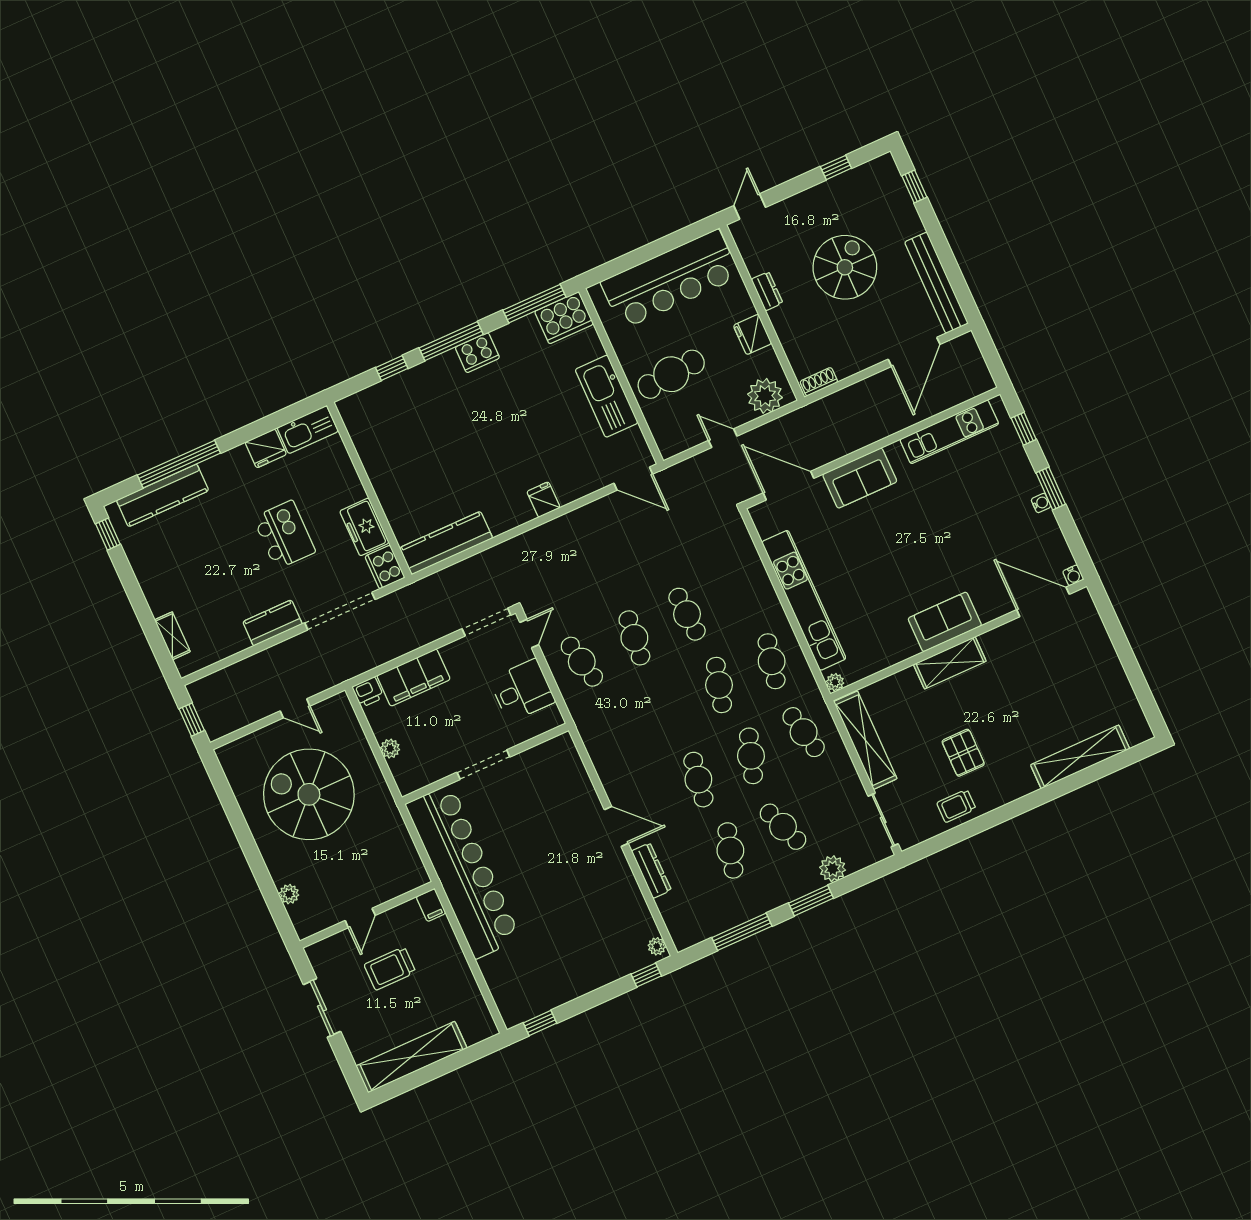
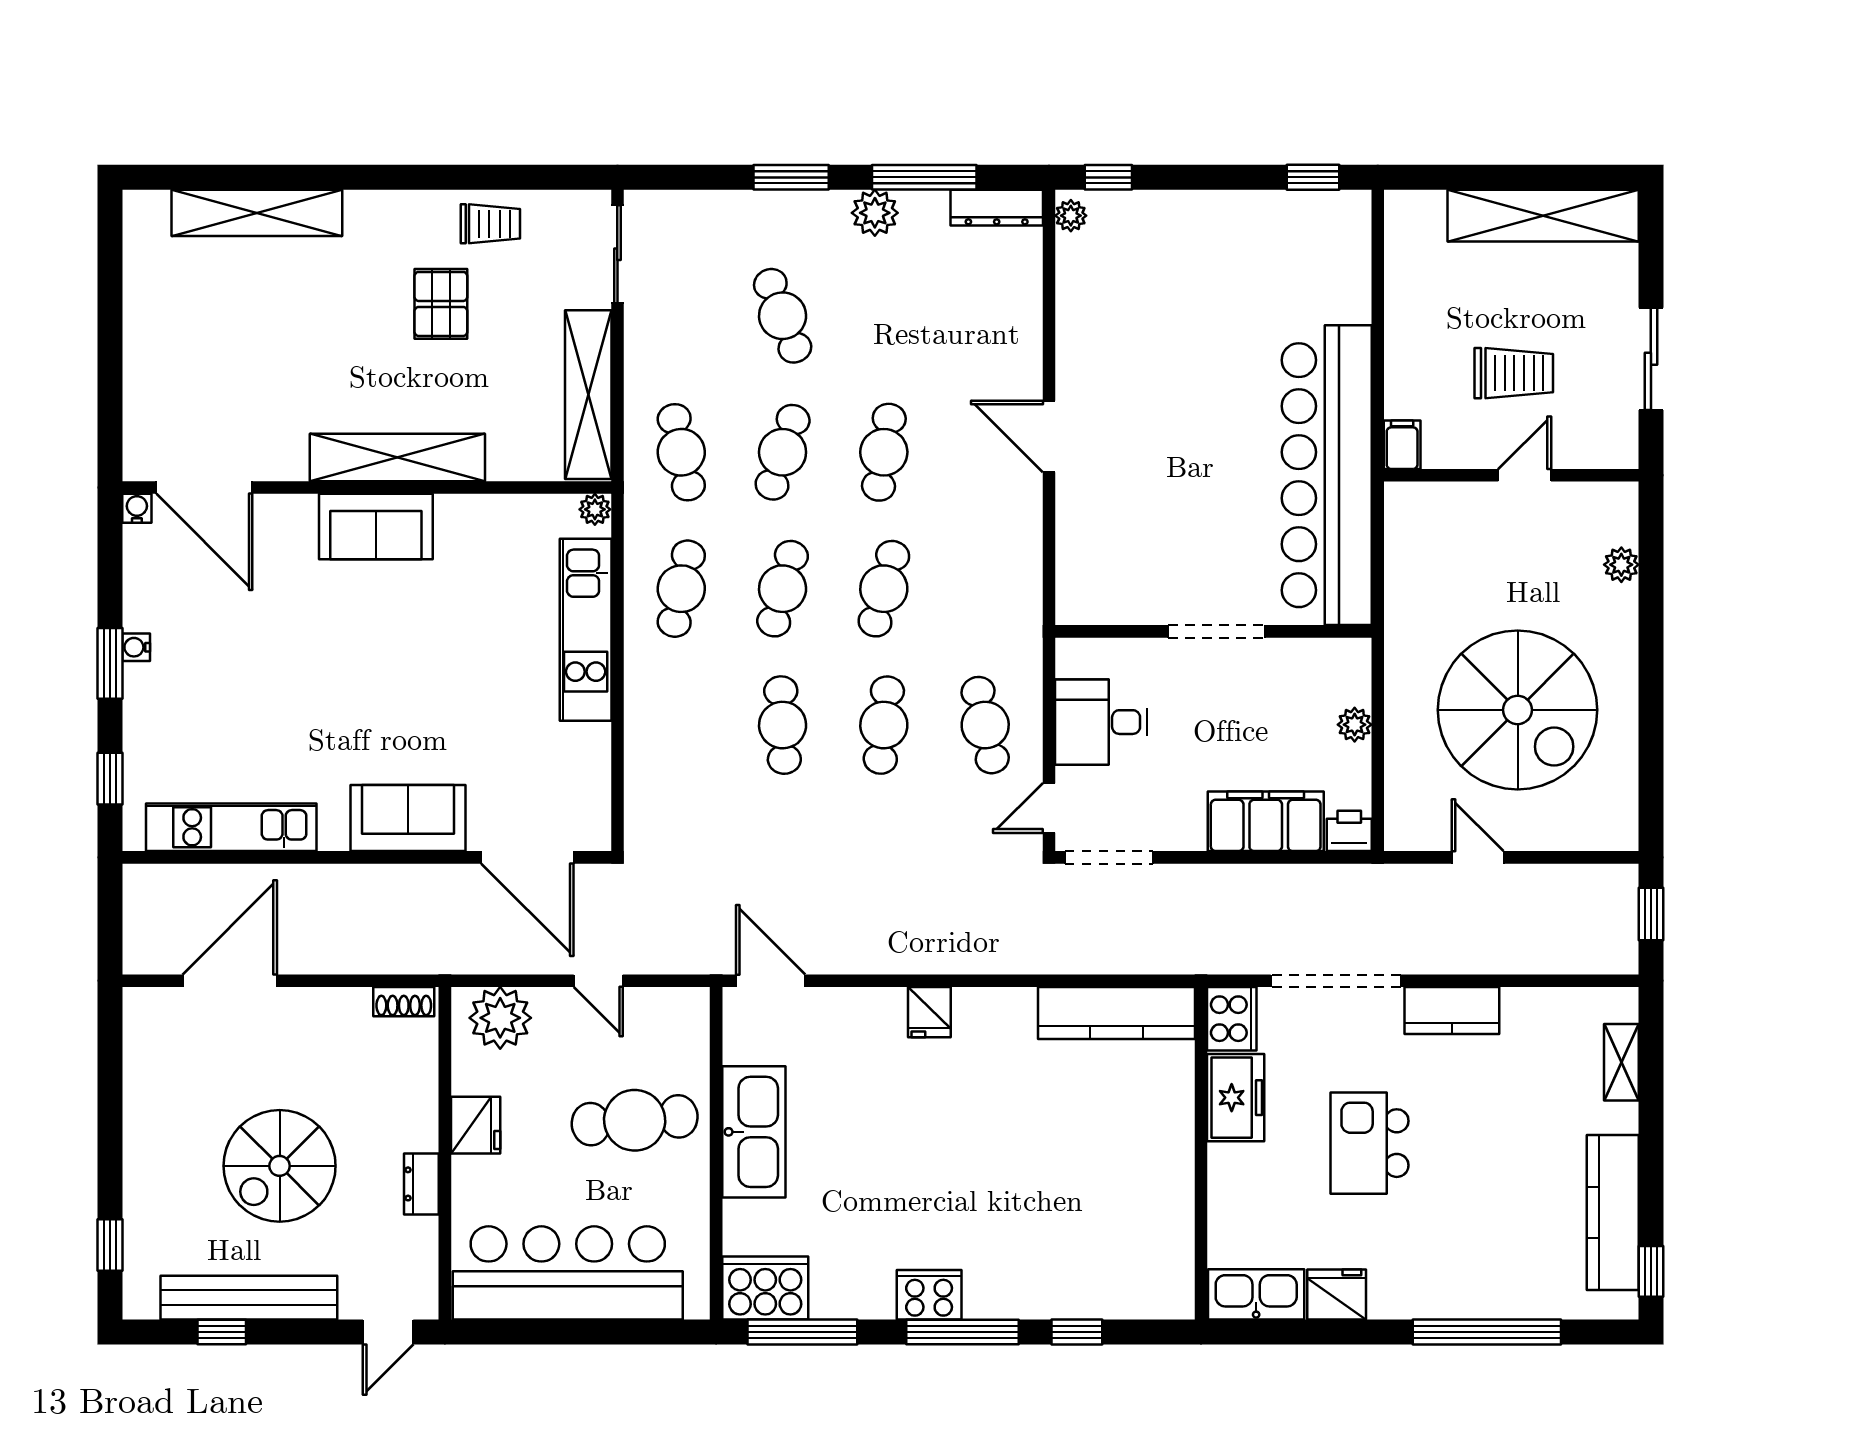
bench: (936, 283) -> (249, 1298), moved, turned 90
kitchen counter: (163, 495) -> (1613, 1213), moved, turned -90
kitchen unit: (804, 600) -> (586, 630), width x0.73
shelving: (950, 663) -> (397, 458), width x1.47
cafe table: (730, 850) -> (884, 589), moved
plant: (833, 869) -> (875, 213), moved
dresser: (651, 871) -> (997, 208), moved, turned -90

